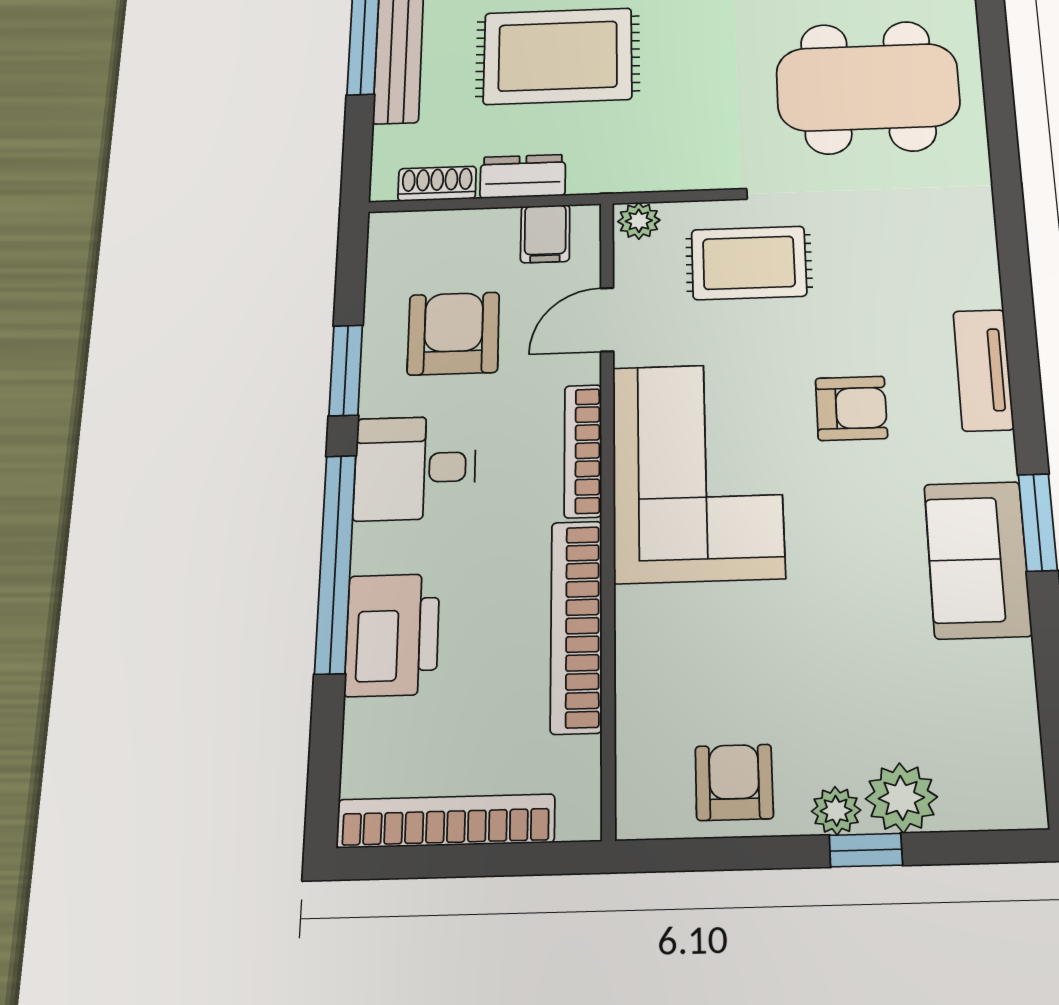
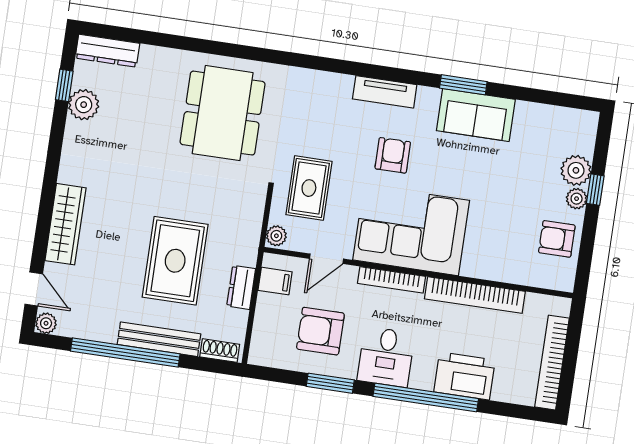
shoe rack: (437, 184) -> (220, 351), moved, turned 90
door: (607, 320) -> (327, 259), hinge flipped

